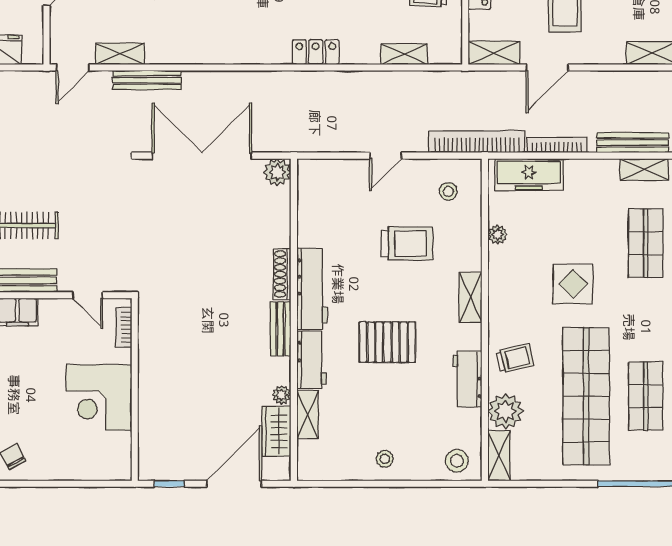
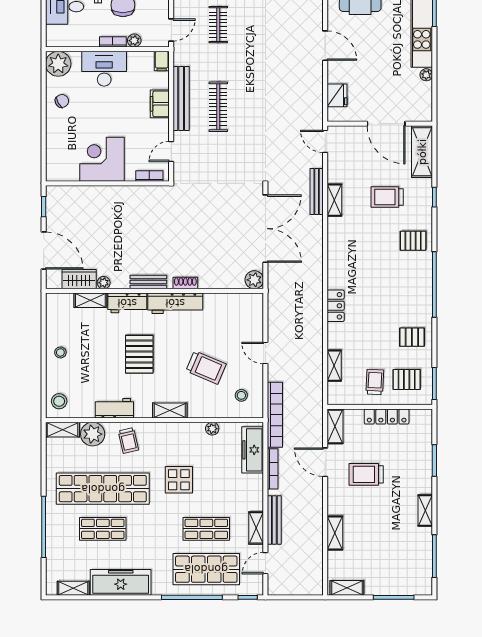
shelving: (120, 54) -> (334, 200), moved
trolley: (407, 243) -> (206, 367), turned -67
shoe rack: (282, 274) -> (185, 283), width x0.70

